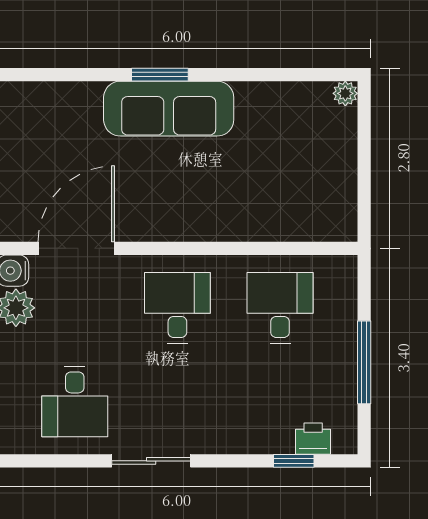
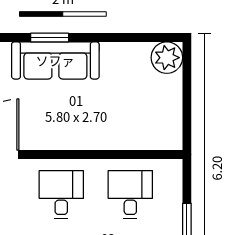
plant: (345, 93) -> (167, 58), width x1.88, depth x1.88

